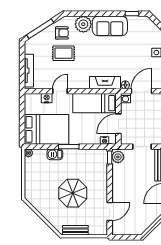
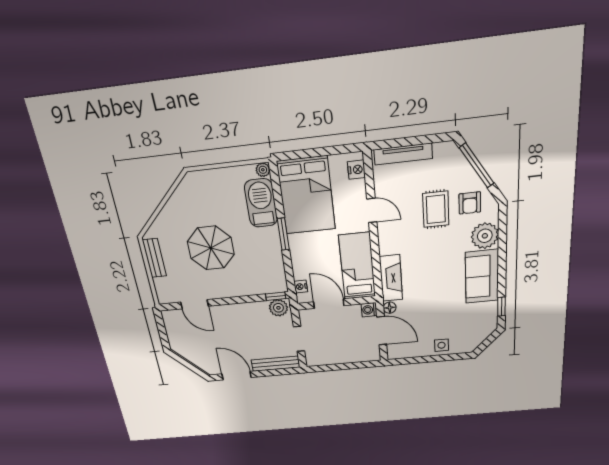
nightstand: (47, 98) -> (356, 170), moved
barbecue: (55, 154) -> (261, 203), width x1.88, depth x1.53

